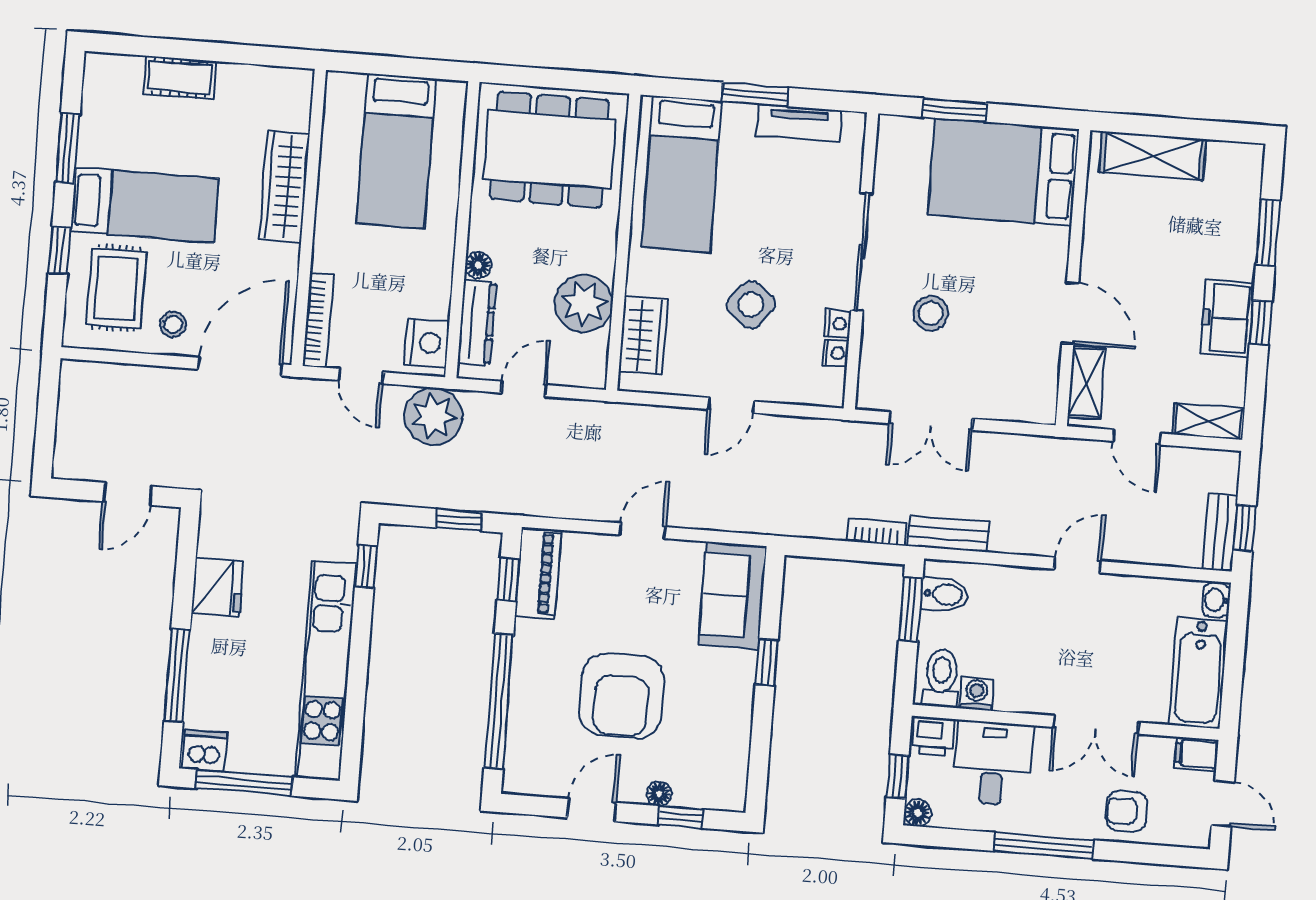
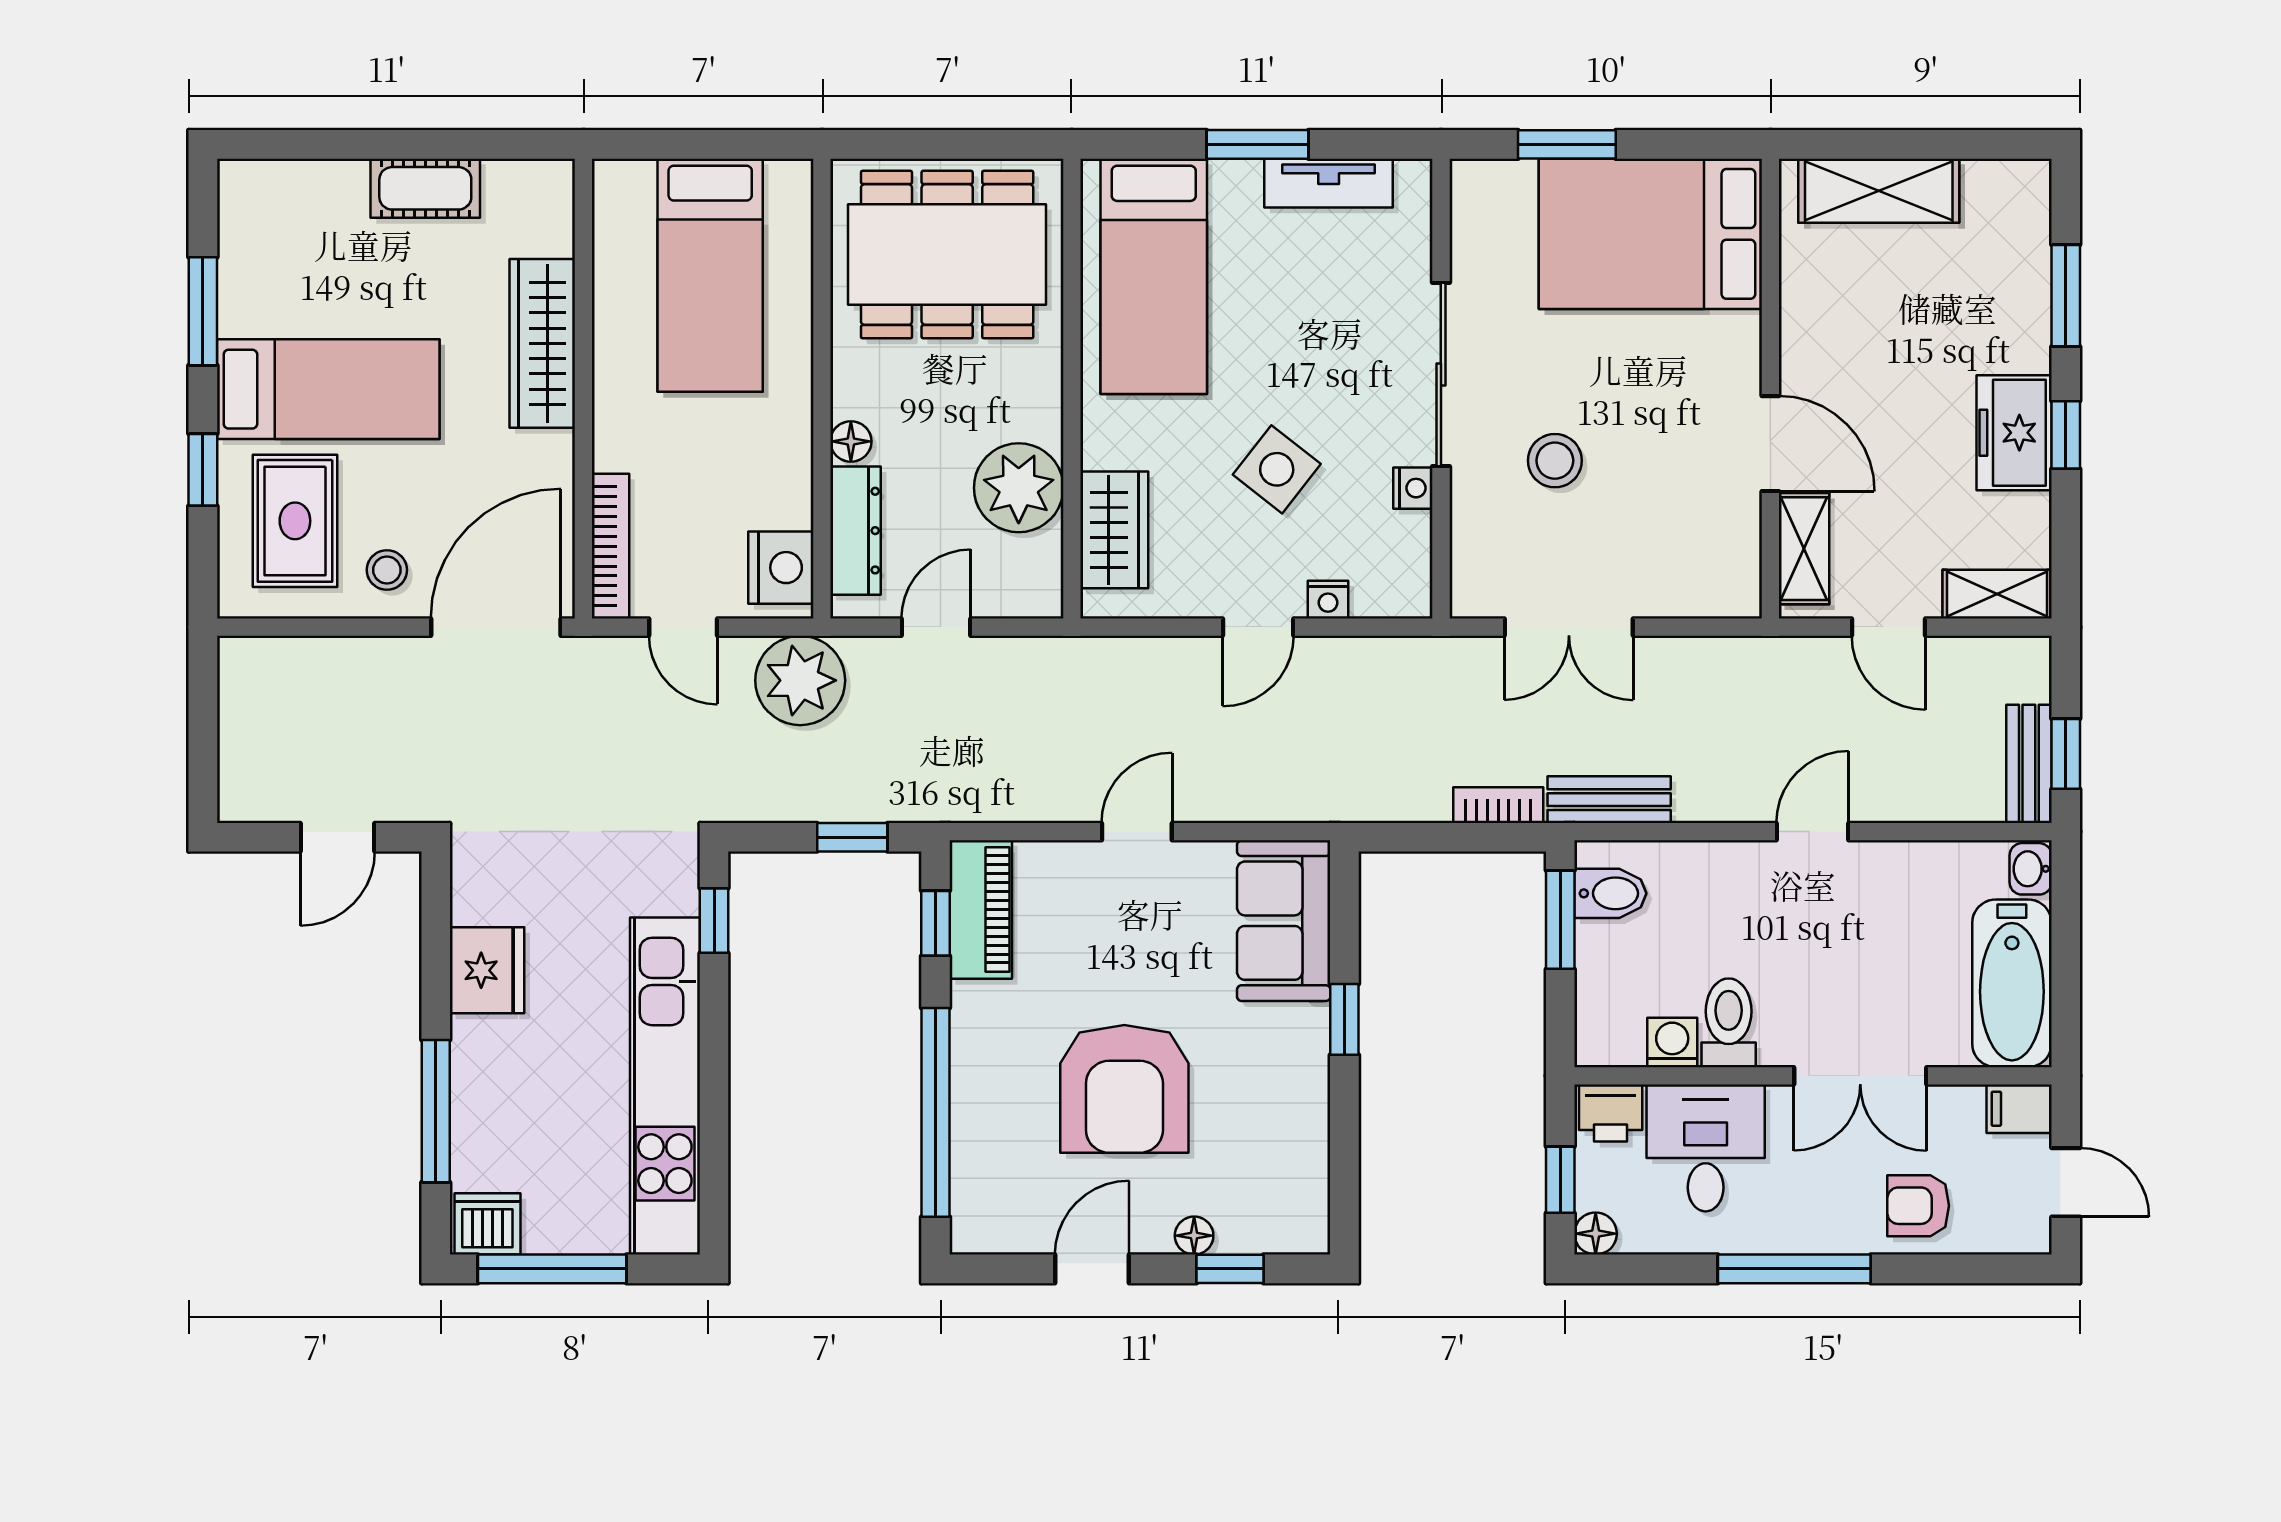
cot: (180, 78) -> (425, 188), moved
nightstand: (836, 353) -> (1328, 600), moved, turned 90
toilet: (941, 678) -> (1729, 1023), moved

